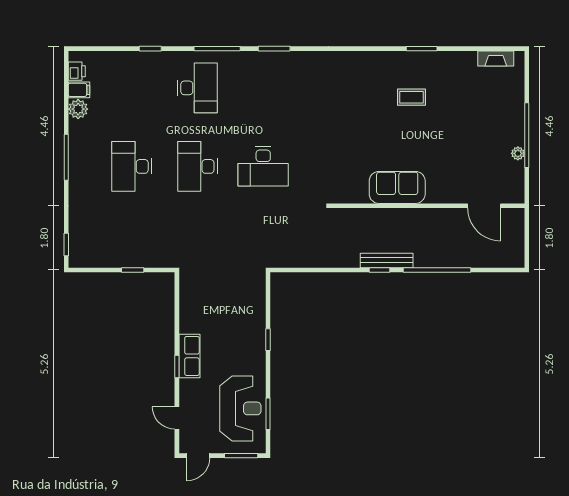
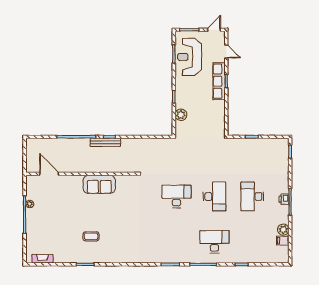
printer: (77, 71) -> (284, 199), moved
desk: (197, 88) -> (214, 242), turned 90
desk: (132, 166) -> (252, 196), turned 180
plant: (256, 308) -> (181, 115), added
row of seats: (189, 356) -> (219, 81), width x1.48

